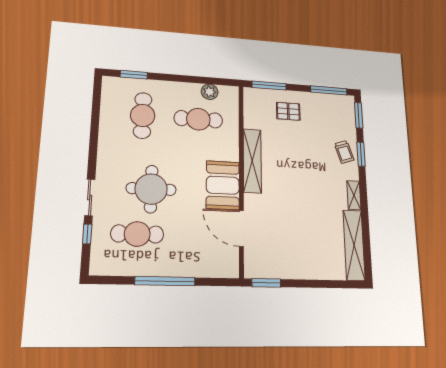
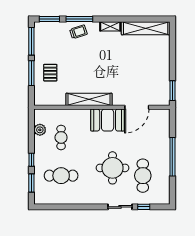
window: (167, 77) -> (31, 160), added
window: (269, 86) -> (31, 73), moved
cafe table: (198, 119) -> (61, 137), width x0.73, depth x0.74
window: (361, 154) -> (79, 19), width x1.44

